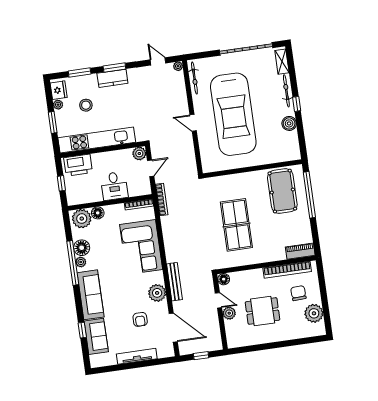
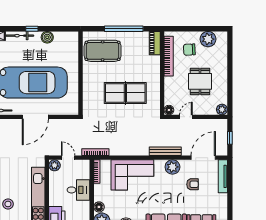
door: (193, 123) -> (35, 117), width x1.88
window: (309, 195) -> (124, 29), moved
plant: (229, 313) -> (222, 110), moved
tv unit: (137, 356) -> (223, 176), moved

